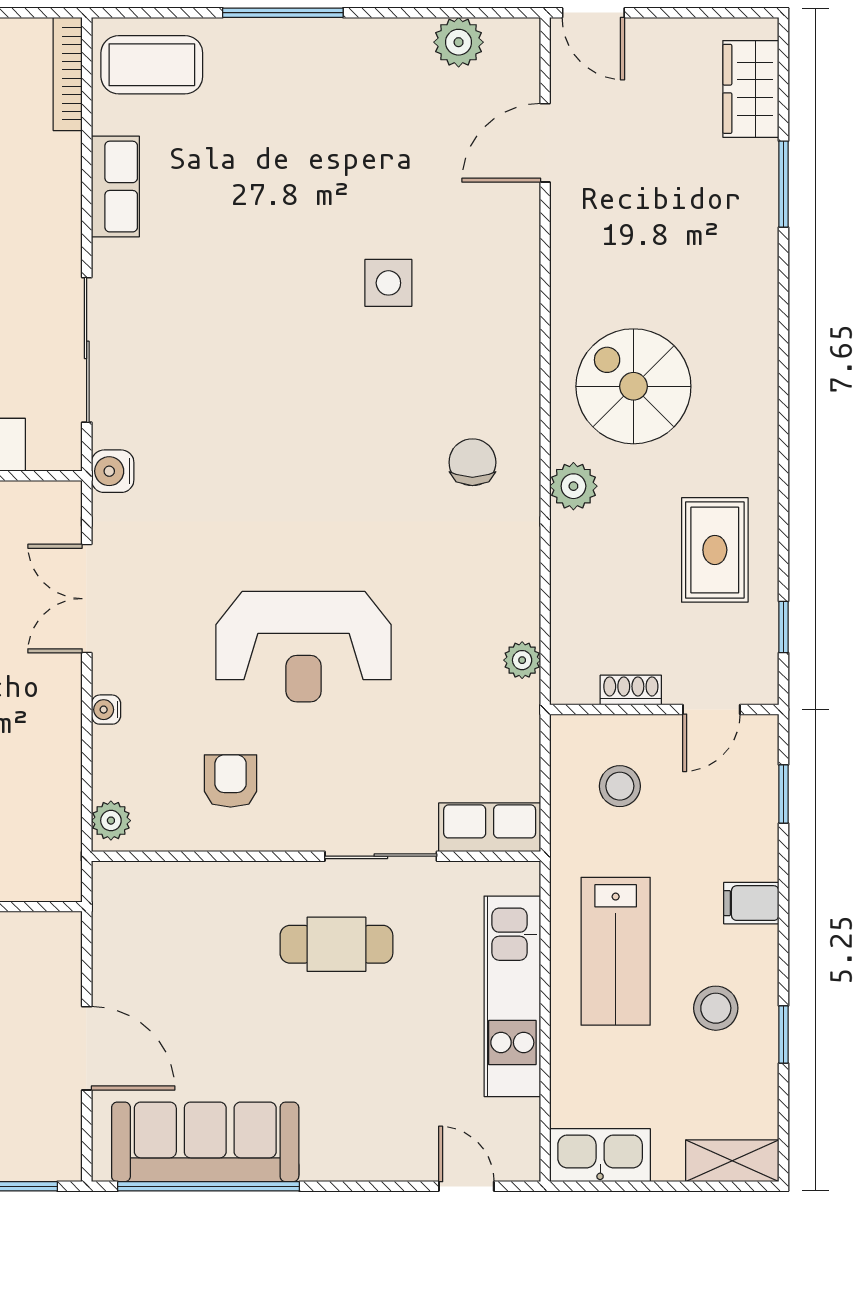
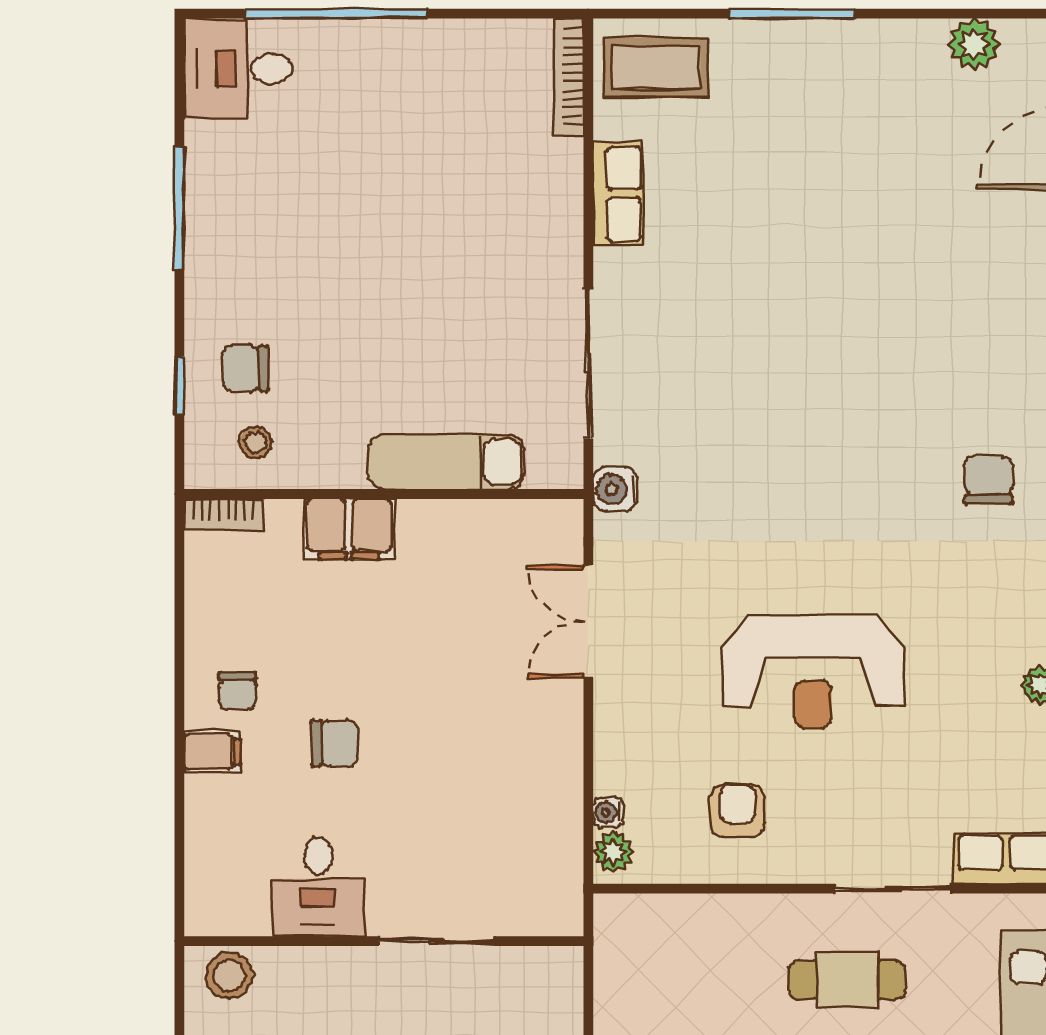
side table: (388, 283) -> (901, 294), removed
water cooler: (106, 710) -> (608, 812), moved

